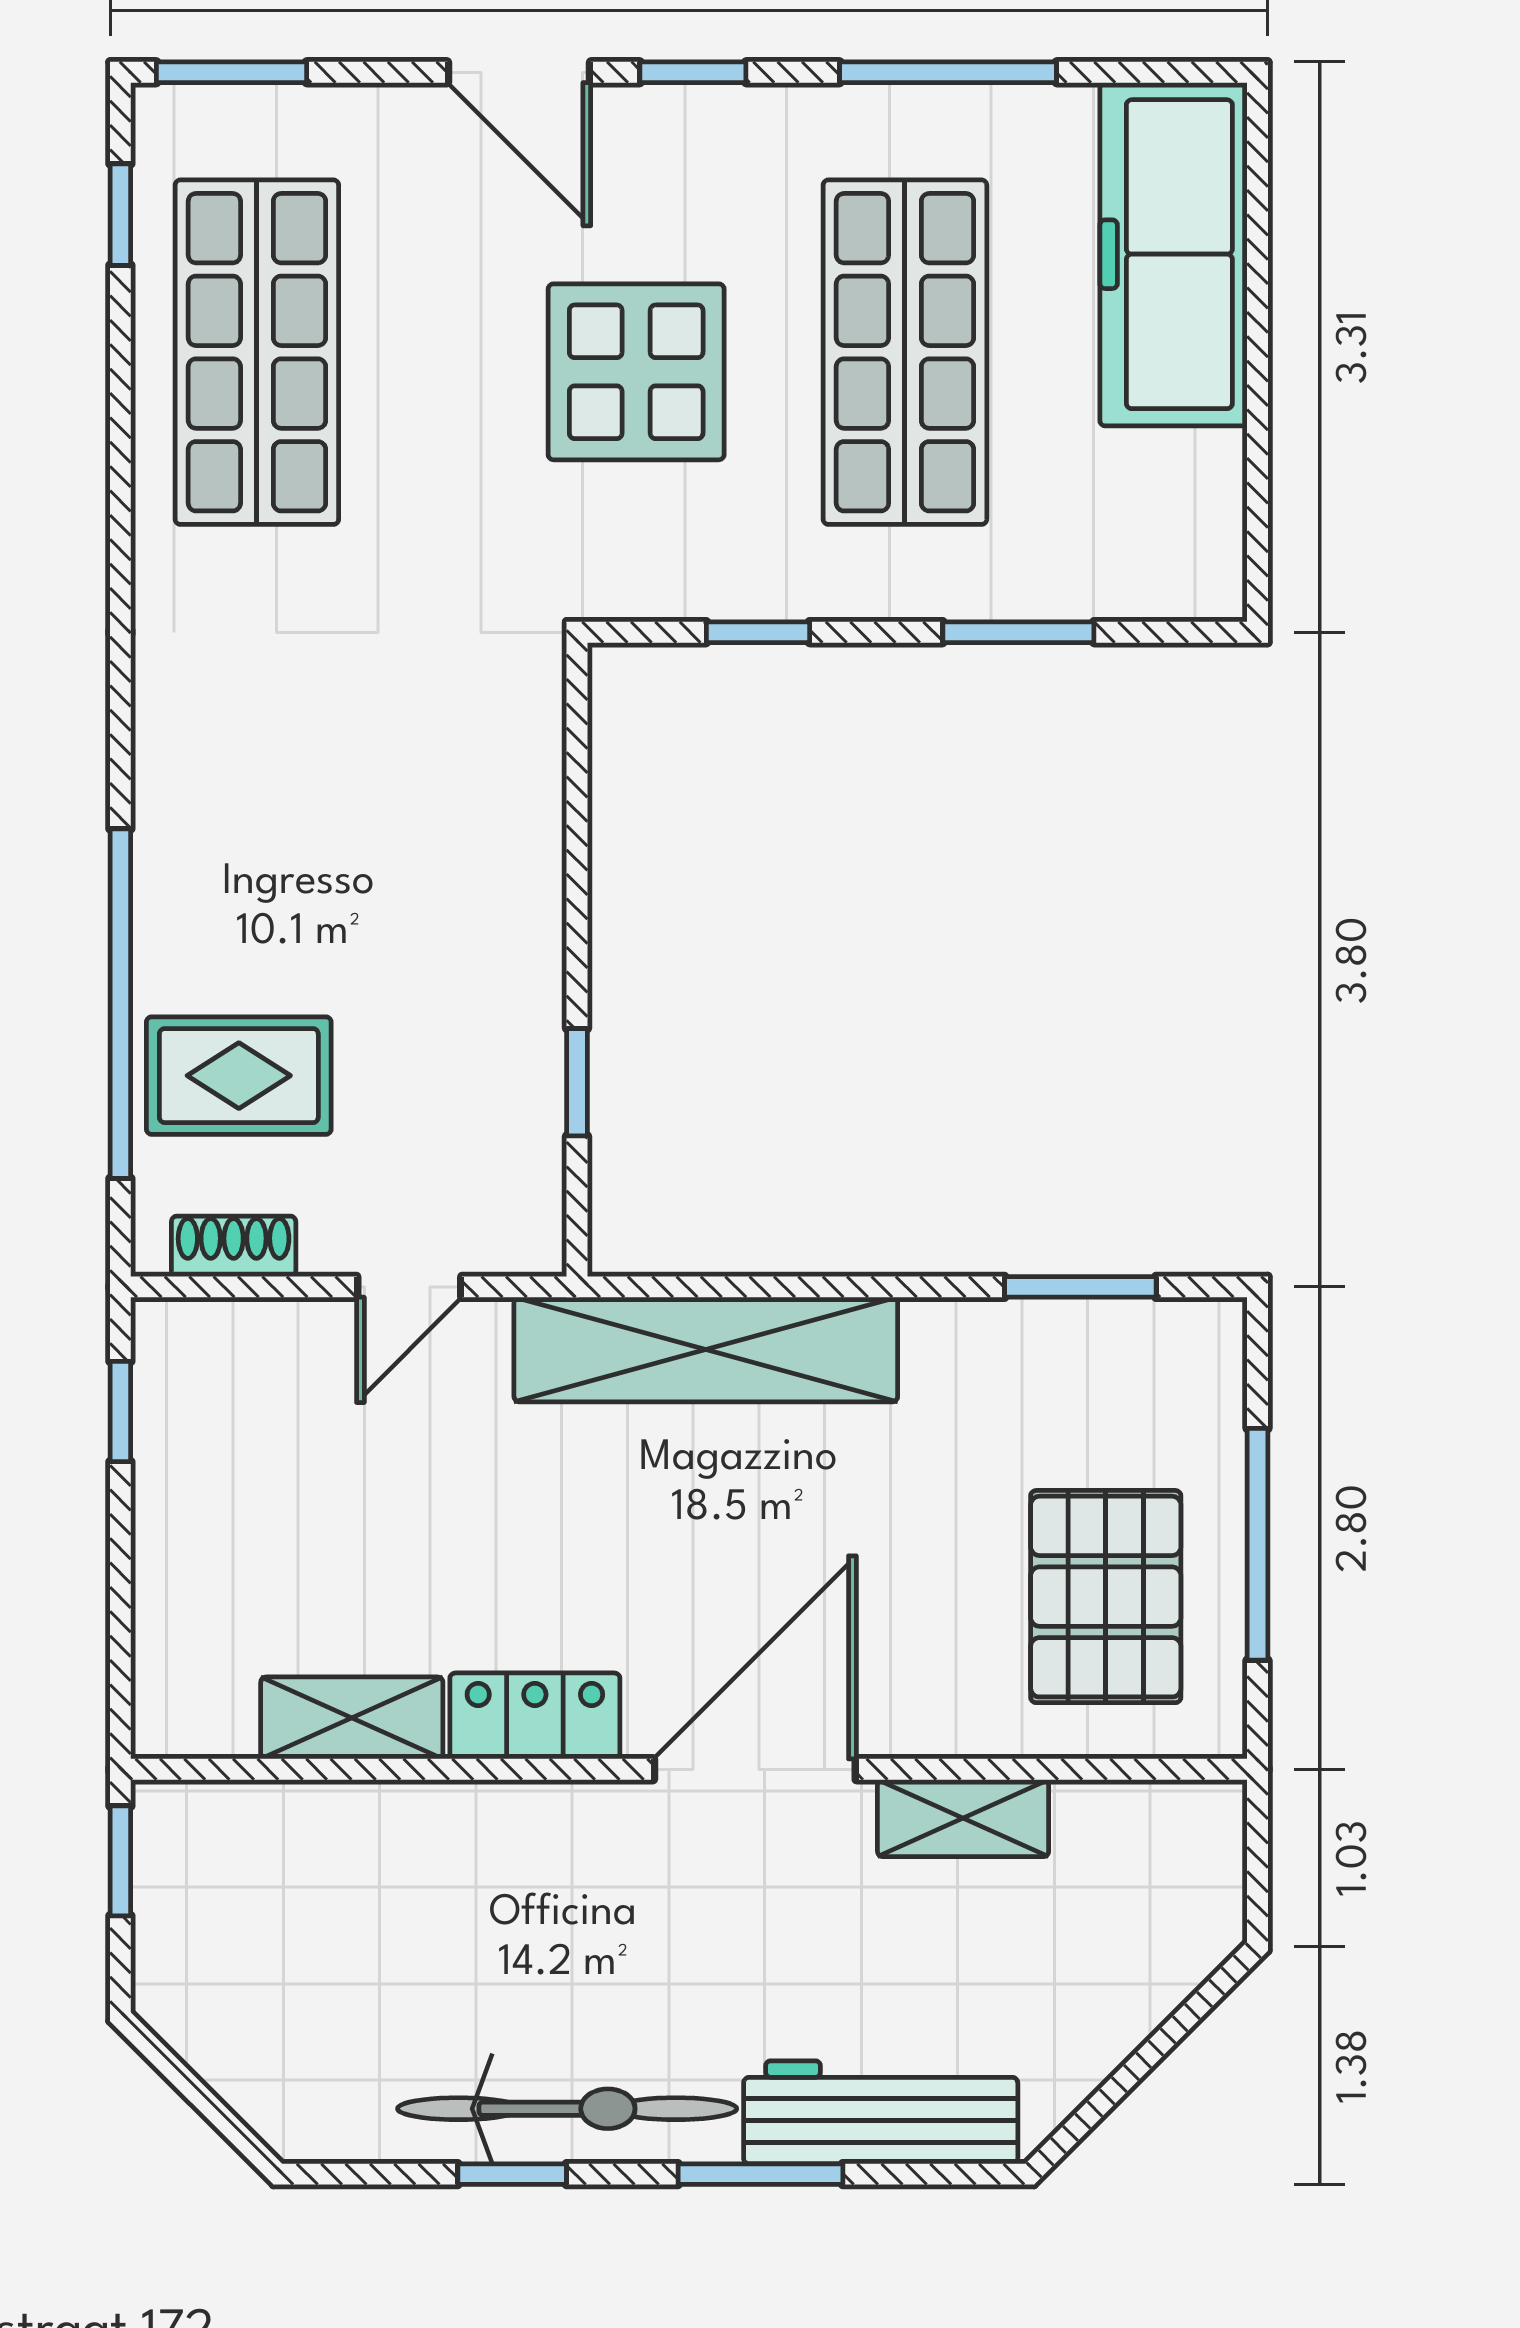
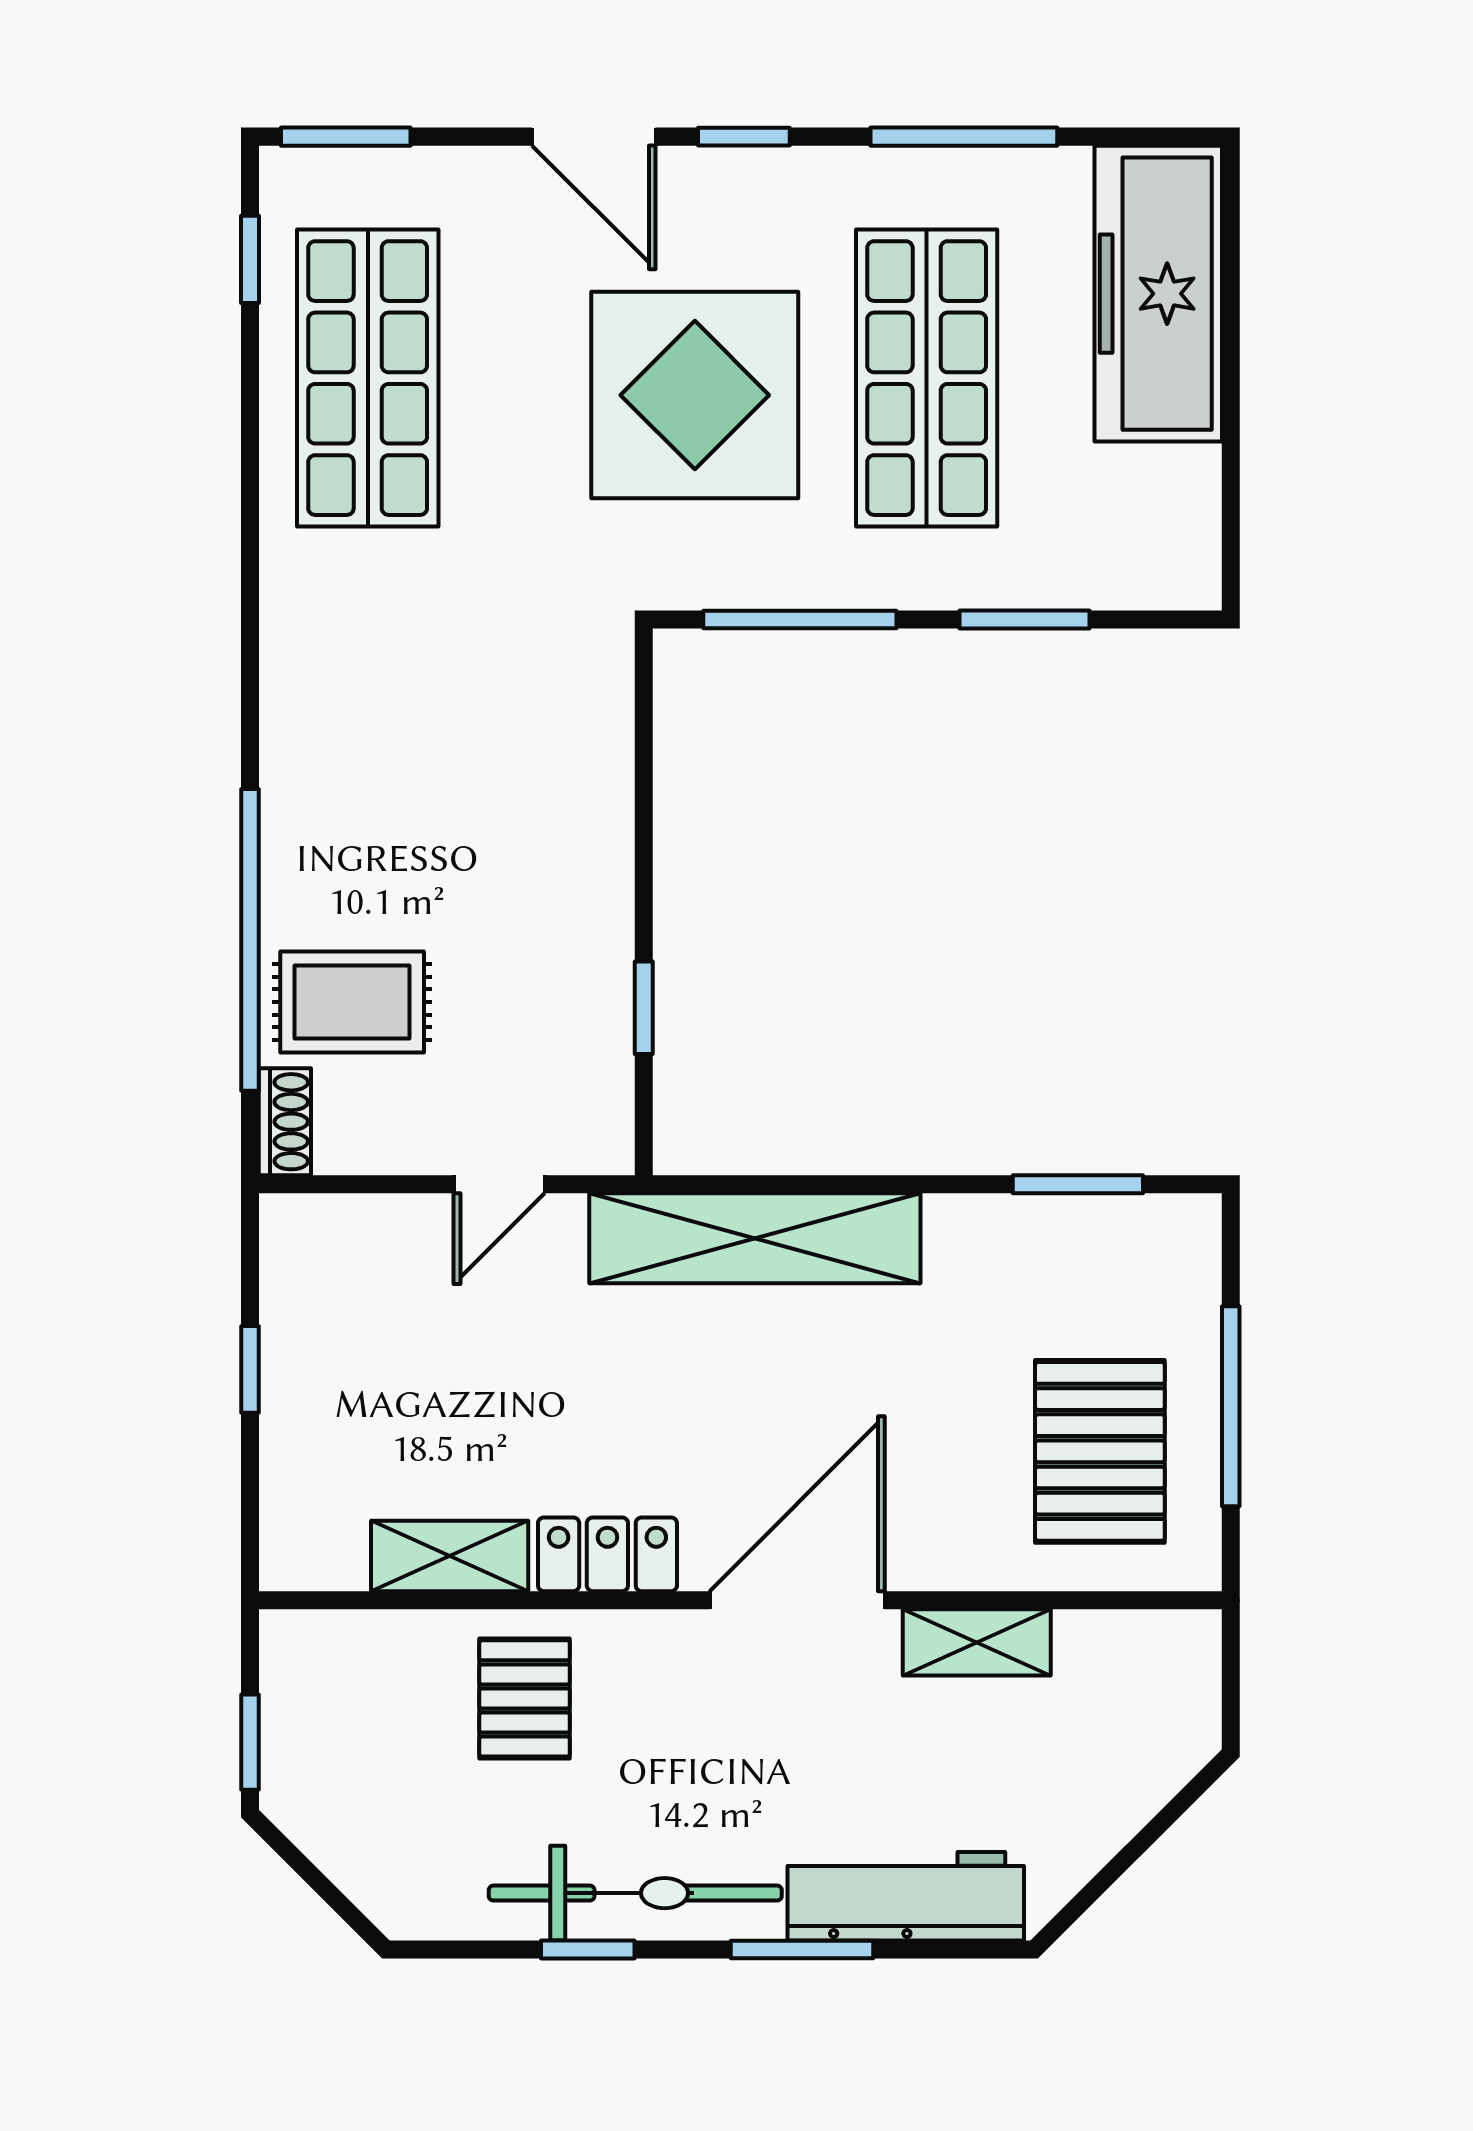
display table: (636, 372) -> (695, 395), width x1.36, depth x1.36
window: (758, 632) -> (800, 620), width x2.17
shoe rack: (234, 1246) -> (285, 1122), moved, turned 90
window: (120, 1411) -> (250, 1369), moved
window: (120, 1861) -> (250, 1742), moved
pallet: (439, 1883) -> (525, 1698), added

